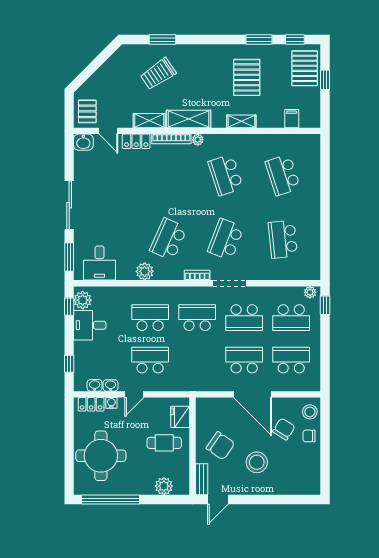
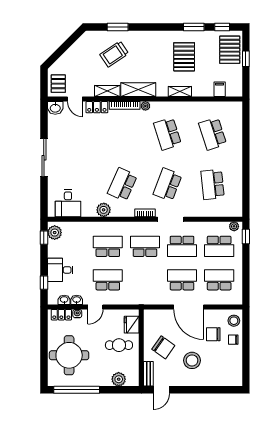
window: (69, 257) -> (44, 199), removed
desk: (90, 325) -> (60, 270), moved
chair: (284, 429) -> (213, 334), turned -122

